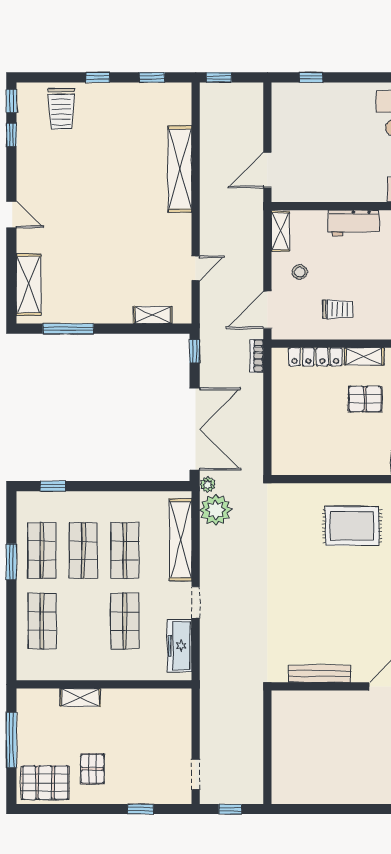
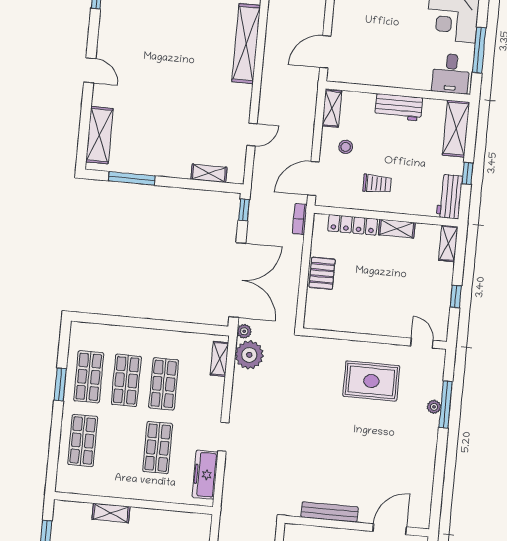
pallet: (365, 399) -> (322, 273), moved, turned 90
window: (53, 486) -> (104, 319), removed
shelving: (181, 540) -> (219, 359), width x0.45, depth x0.75

